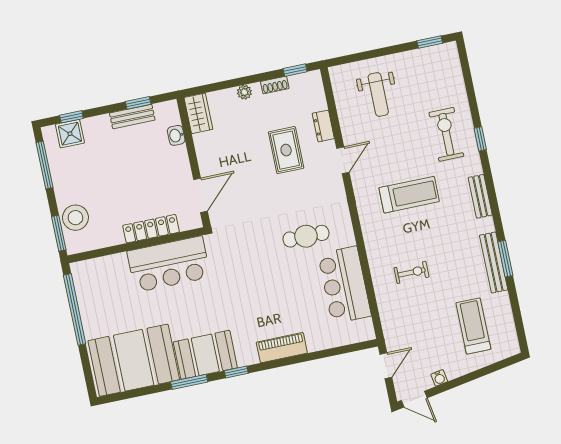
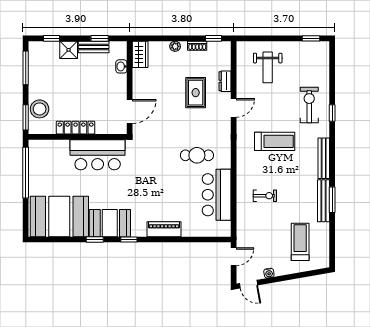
shower: (70, 134) -> (69, 50), moved
bench: (480, 196) -> (324, 158), width x1.36
locker: (151, 229) -> (76, 128), moved
window: (189, 382) -> (95, 239), width x0.67

